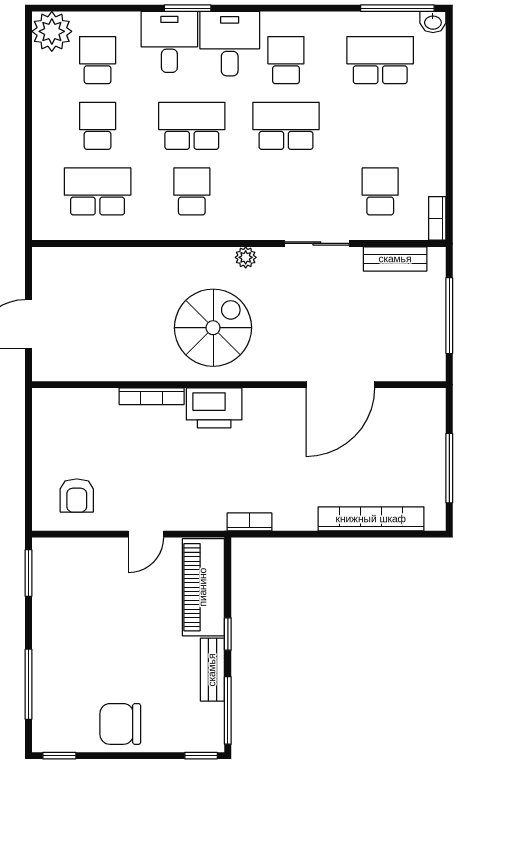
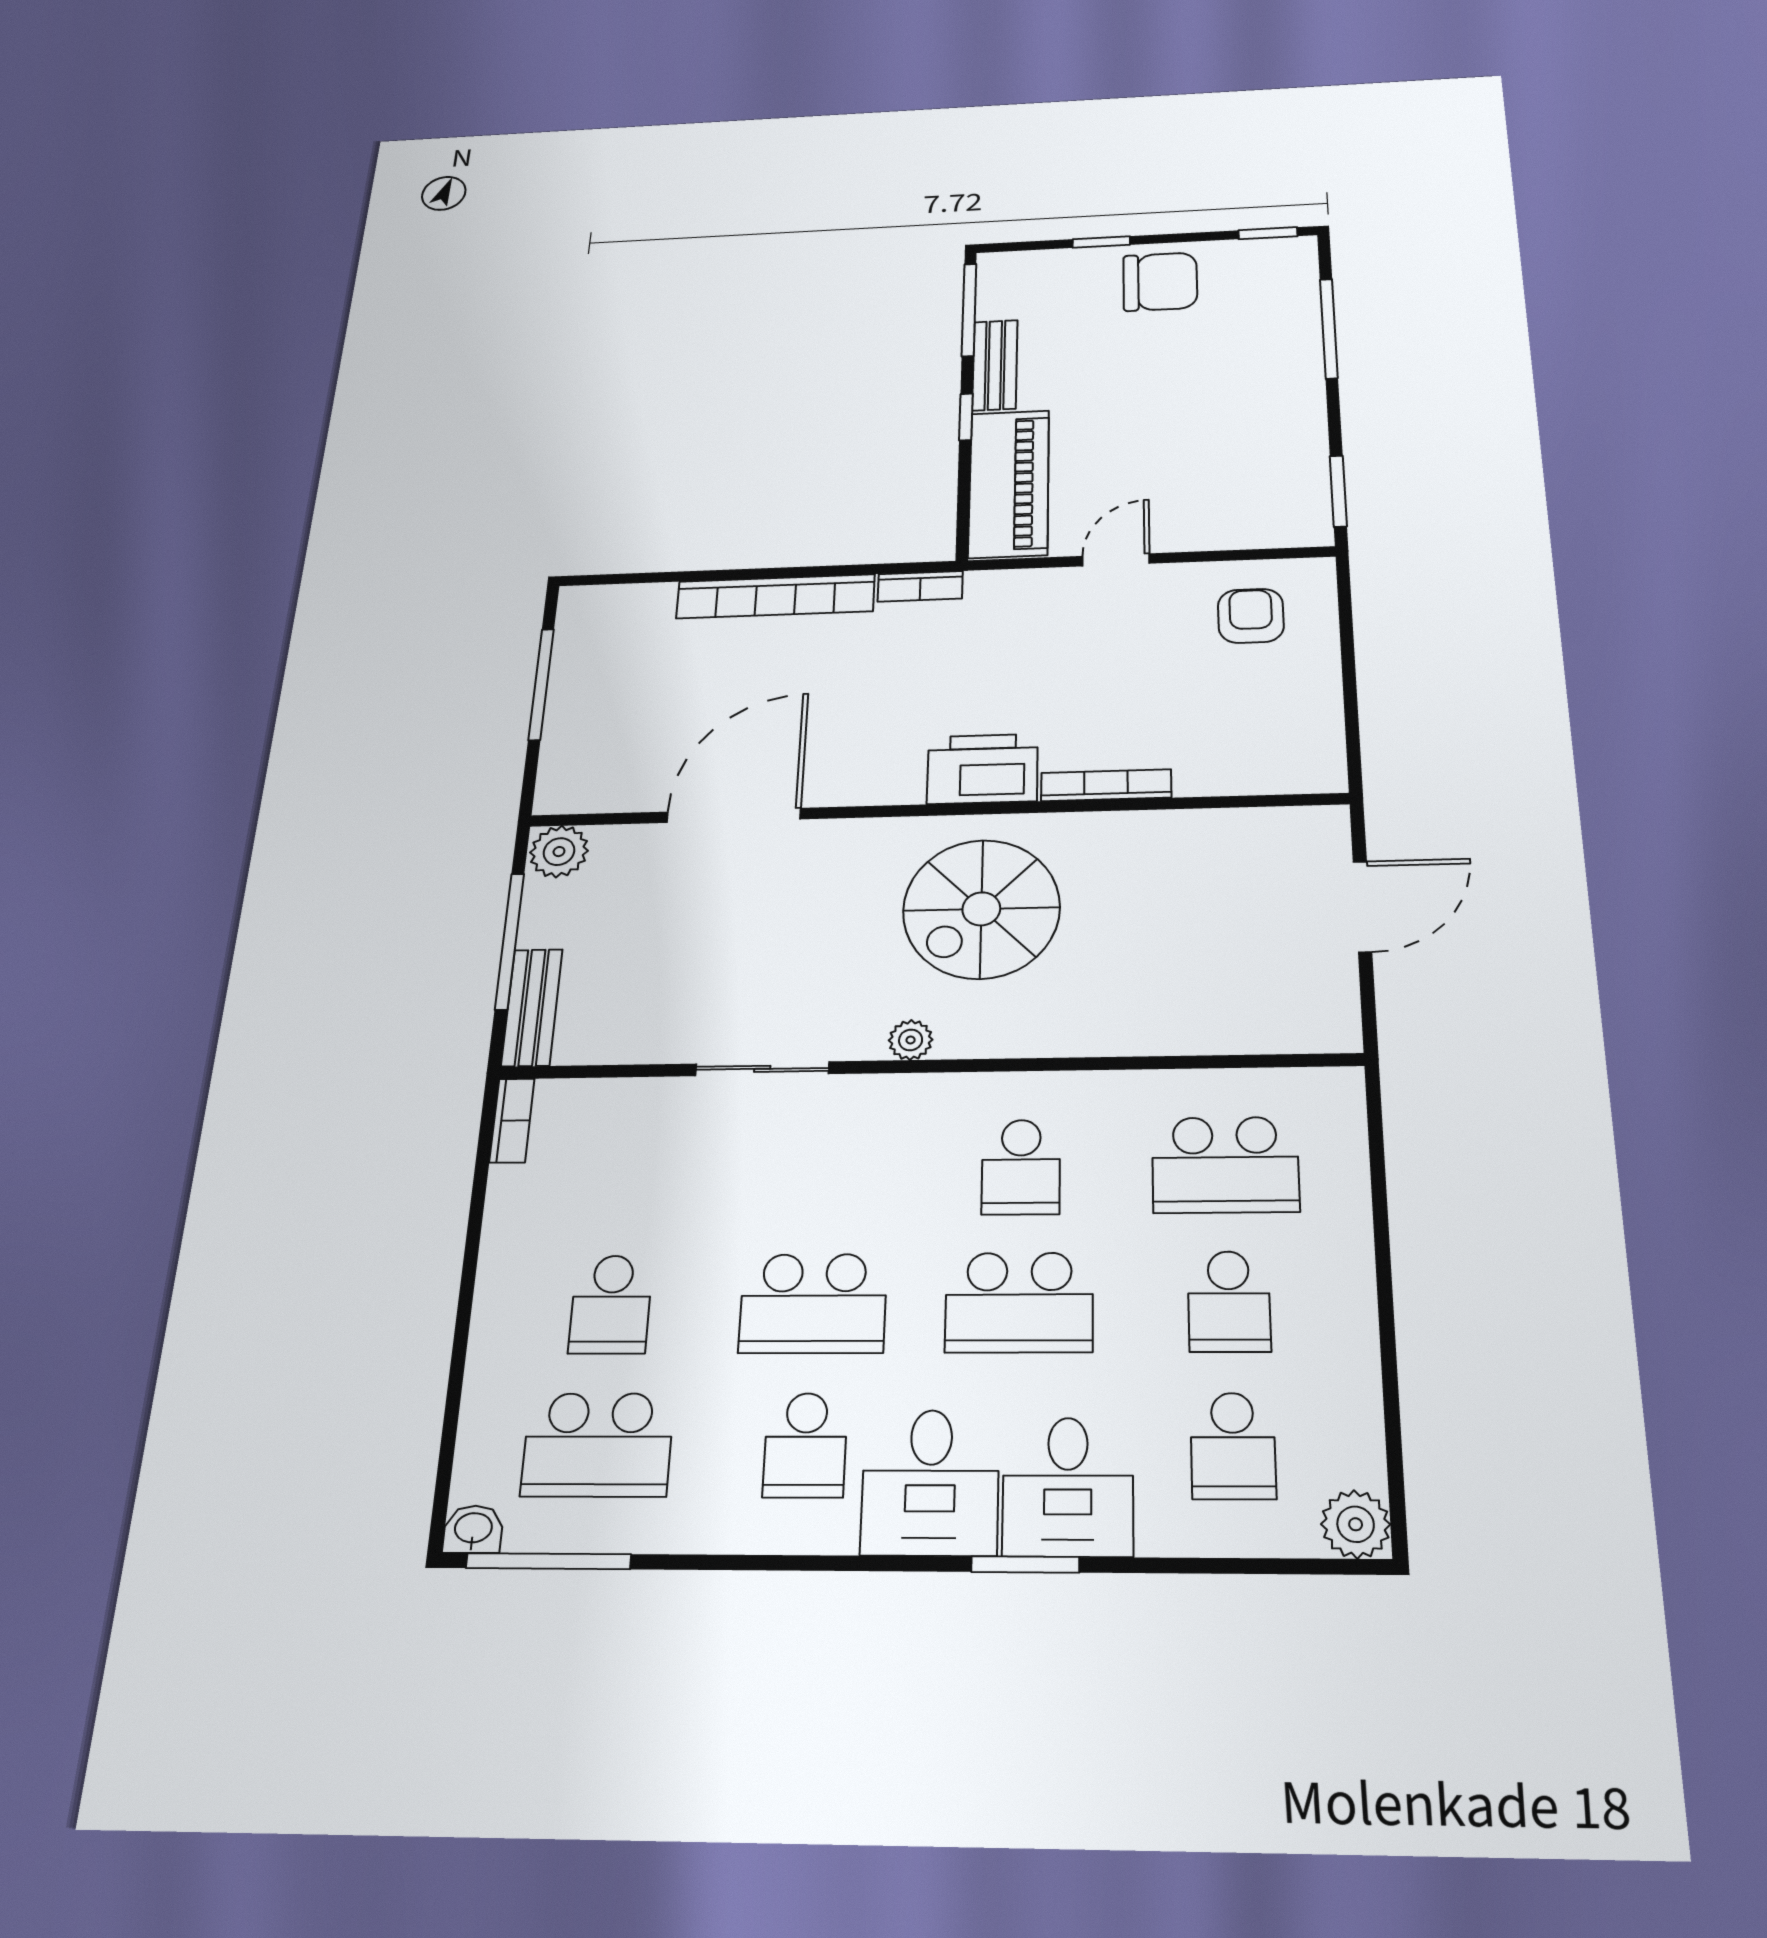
plant: (52, 31) -> (1356, 1524), width x0.73, depth x0.73
school desk: (380, 191) -> (611, 1304), moved
bench: (395, 259) -> (532, 1007), moved, turned 90
plant: (429, 366) -> (559, 852), added
bookcase: (371, 519) -> (775, 596), moved
window: (201, 756) -> (1101, 242), moved

